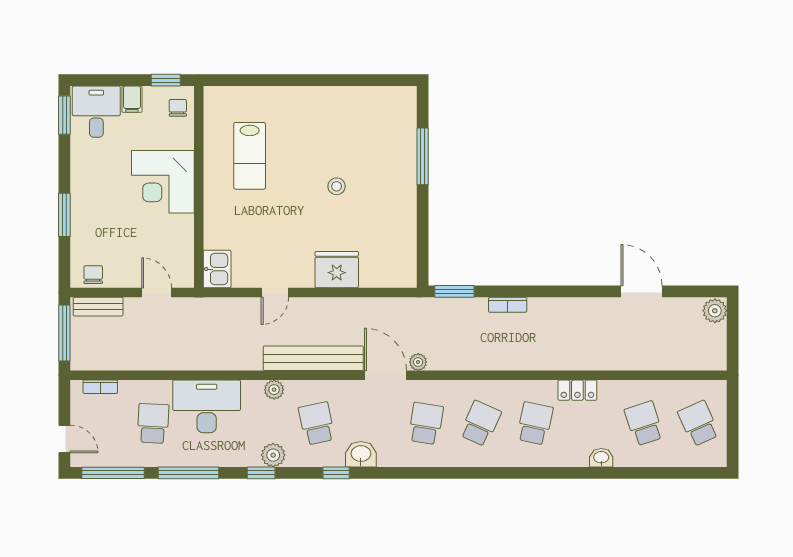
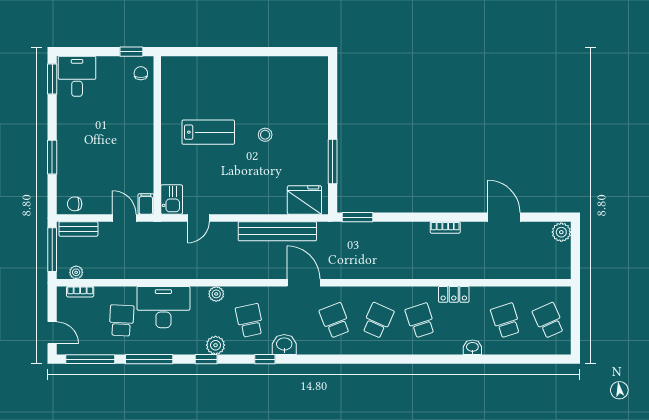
filing cabinet: (132, 99) -> (146, 204), moved, turned 180
lab bench: (250, 156) -> (208, 132), moved, turned -90
window: (423, 156) -> (333, 162), moved
corner desk: (163, 182) -> (129, 131), removed
fridge: (337, 270) -> (304, 200), moved
chair: (93, 275) -> (75, 204), turned -90
door: (275, 293) -> (198, 218), moved
bookcase: (508, 305) -> (445, 227), moved
bench: (313, 358) -> (277, 231), moved
plant: (418, 362) -> (76, 272), moved
school desk: (426, 423) -> (335, 320), turned -30
school desk: (535, 423) -> (420, 320), turned -30

